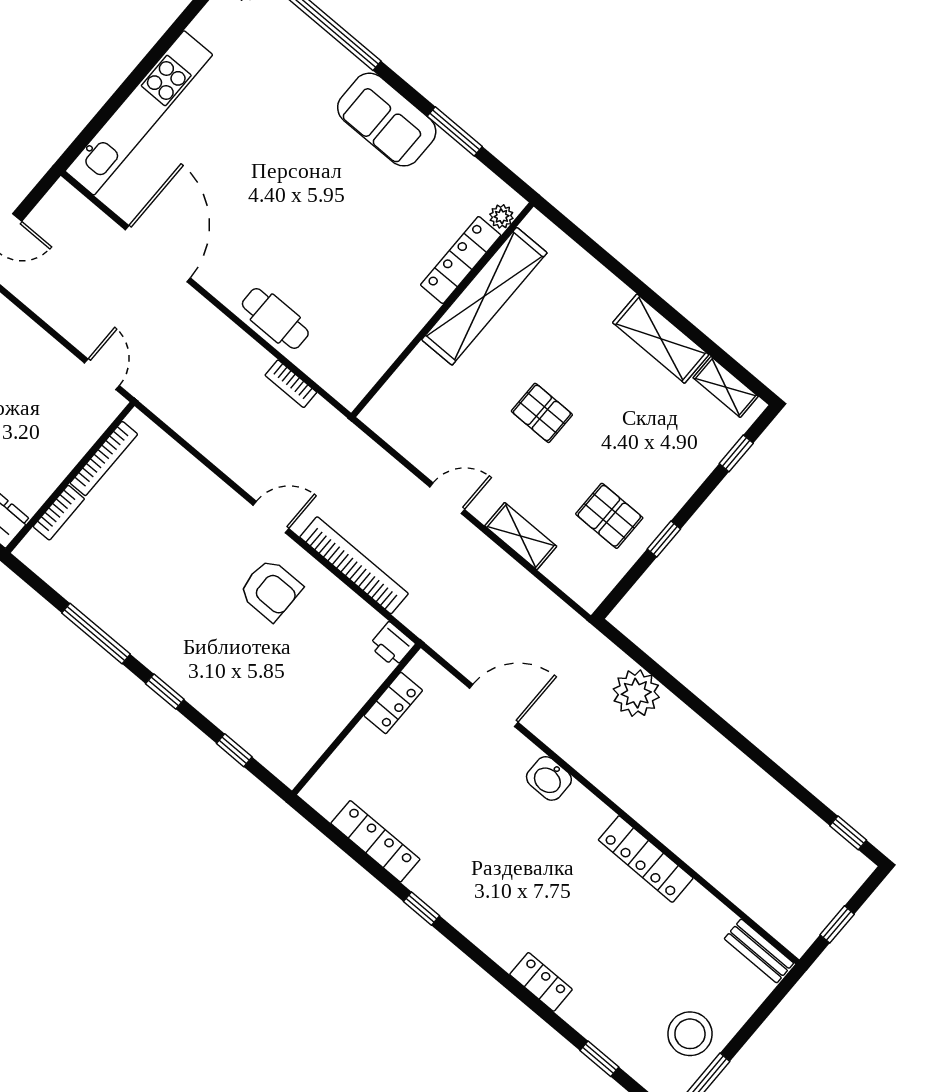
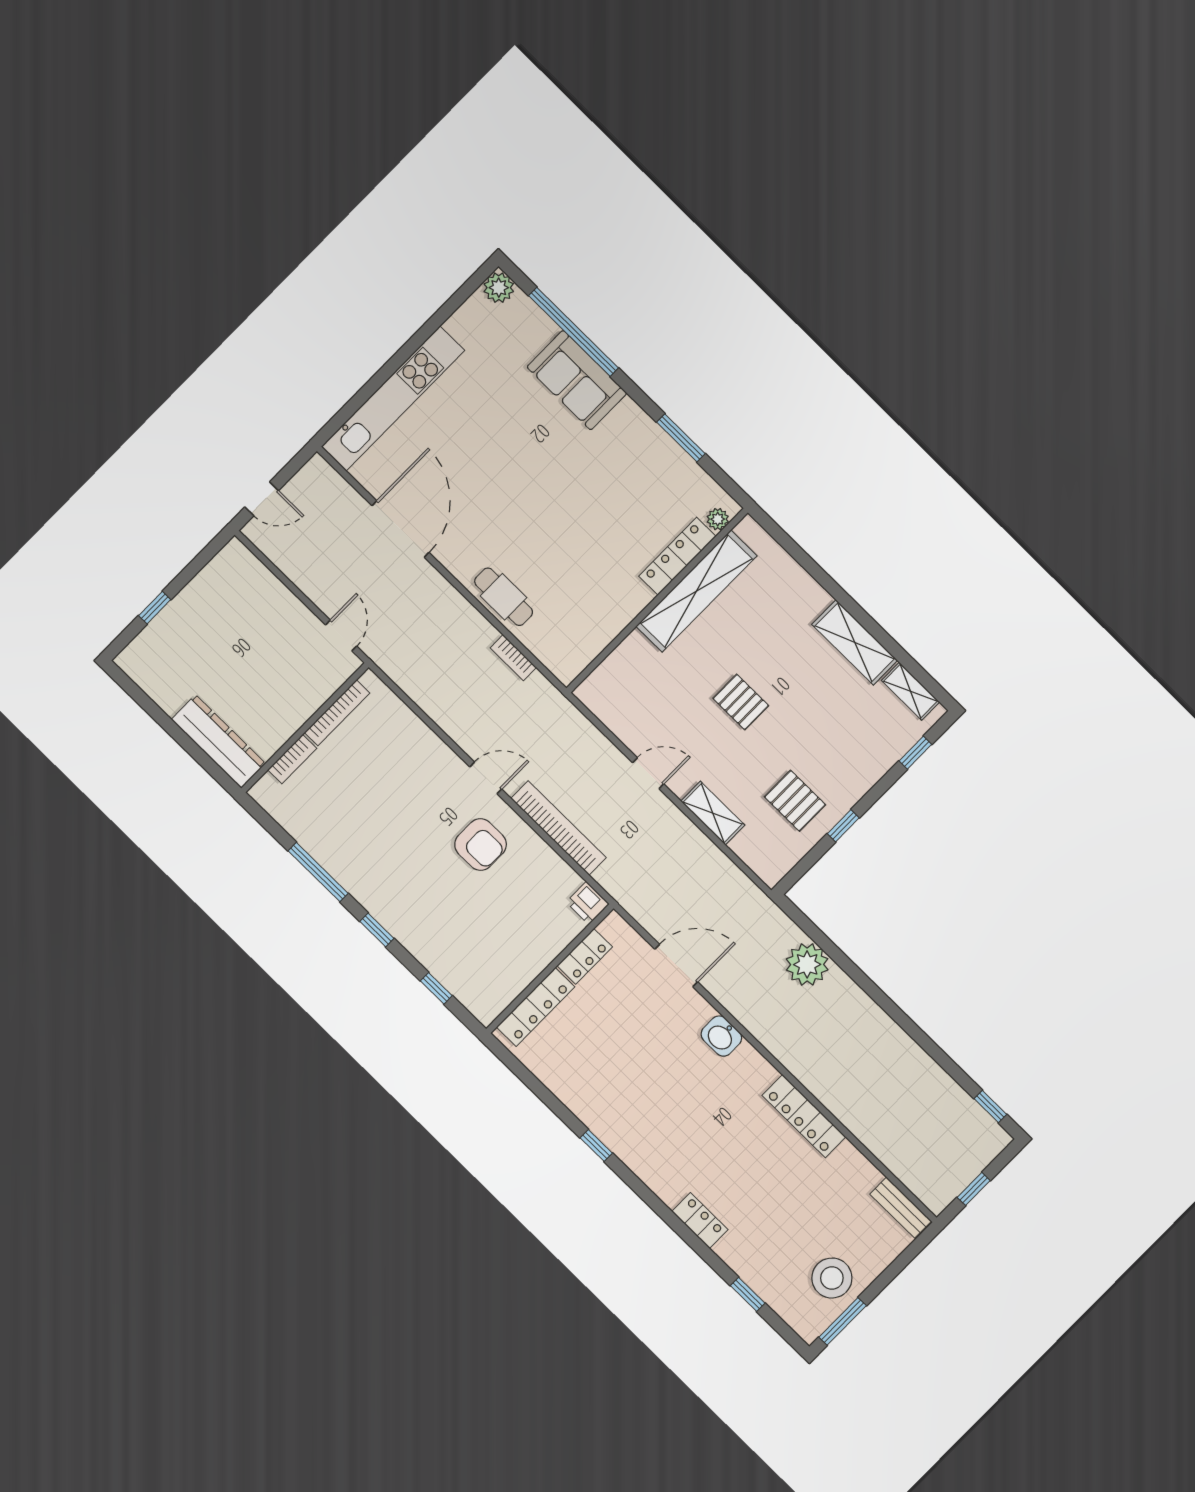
sofa: (387, 120) -> (577, 380), moved
locker: (375, 841) -> (536, 1007), moved, turned 90

